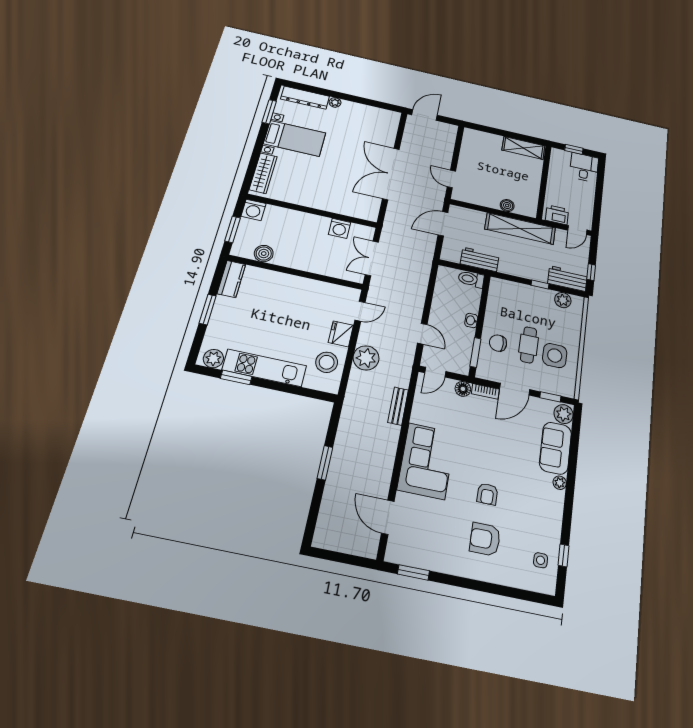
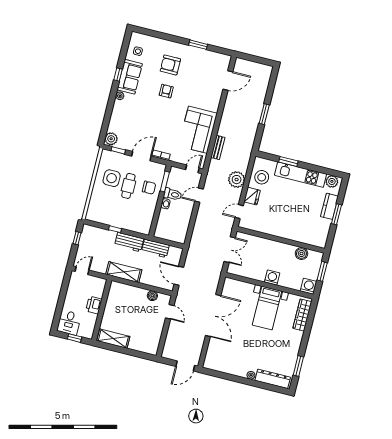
bed with nightstands: (295, 138) -> (267, 308), moved, turned -90
boiler: (507, 205) -> (152, 296), moved
printer: (557, 215) -> (94, 305), moved, turned 90
door: (443, 224) -> (179, 276), swing flipped
washing machine: (340, 228) -> (272, 278), moved
shelving: (520, 229) -> (124, 272), width x0.68
workbench: (568, 278) -> (129, 242), moved
kitchen counter: (231, 279) -> (329, 206), moved
toilet: (471, 279) -> (173, 194), moved
plant: (563, 300) -> (100, 217), removed
door: (422, 334) -> (199, 195), hinge flipped
window: (236, 377) -> (288, 161), moved
floor lamp: (463, 389) -> (175, 157), removed
sofa: (555, 448) -> (130, 77), moved
corner sofa: (427, 461) -> (198, 130), moved
door: (388, 517) -> (228, 80), hinge flipped
armchair: (485, 539) -> (170, 65), turned 180
window: (563, 555) -> (118, 75), moved
window: (413, 572) -> (198, 45), moved

